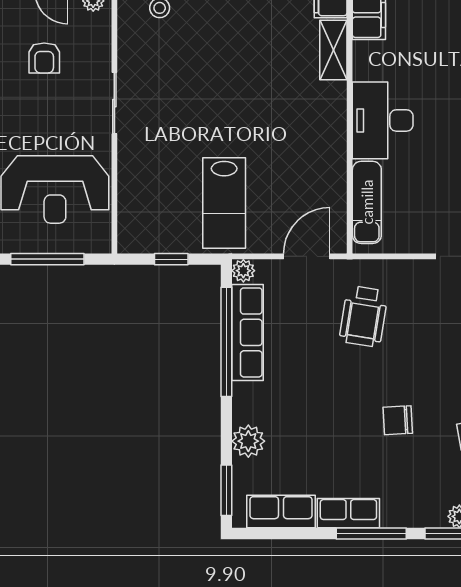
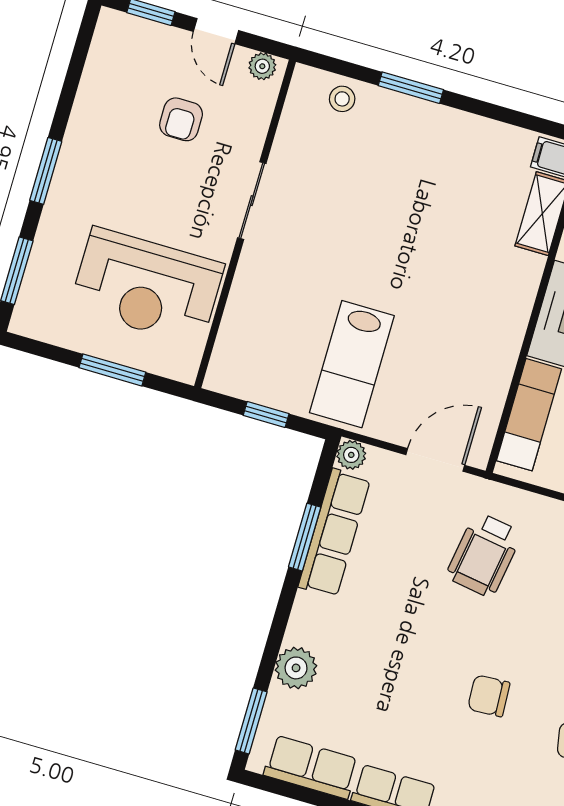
window: (47, 259) -> (112, 370), width x0.69
window: (226, 342) -> (305, 537), width x0.47

